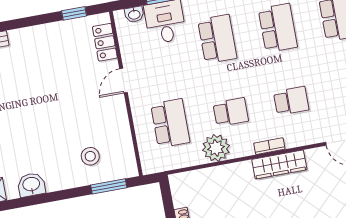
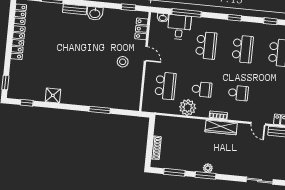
door: (123, 81) -> (146, 54), swing flipped
stool: (90, 156) -> (123, 62), moved
washbasin: (31, 185) -> (95, 13), moved, turned 180
window: (109, 186) -> (100, 110), moved

